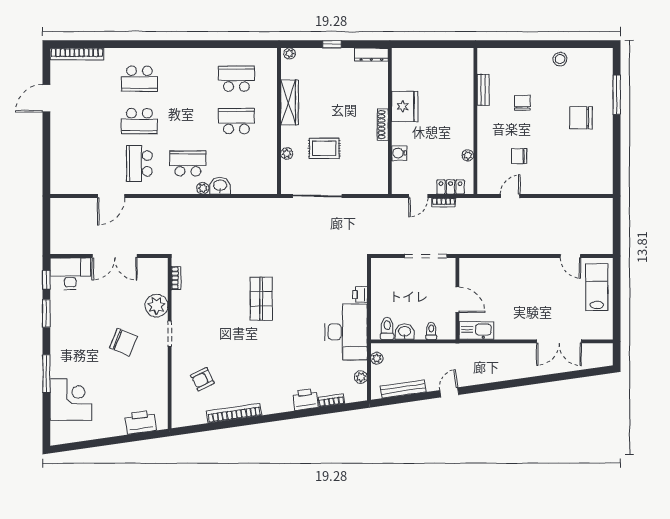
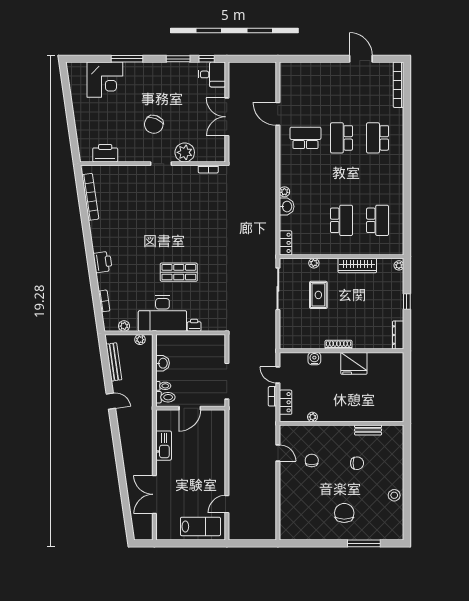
school desk: (188, 163) -> (305, 179), removed
locker: (263, 187) -> (286, 243), added
desk: (70, 274) -> (212, 74), width x0.73
shop shelf: (261, 299) -> (179, 272), moved
toilet: (387, 328) -> (165, 397), moved
kitchen sink: (476, 330) -> (164, 446), moved
armchair: (202, 379) -> (122, 191), removed
printer: (305, 399) -> (103, 262), moved
bookcase: (234, 413) -> (90, 197), moved
printer: (141, 422) -> (105, 153), moved, turned -82

